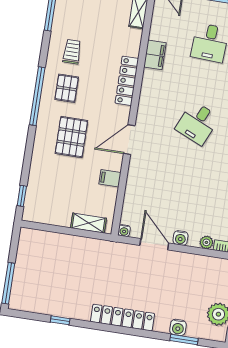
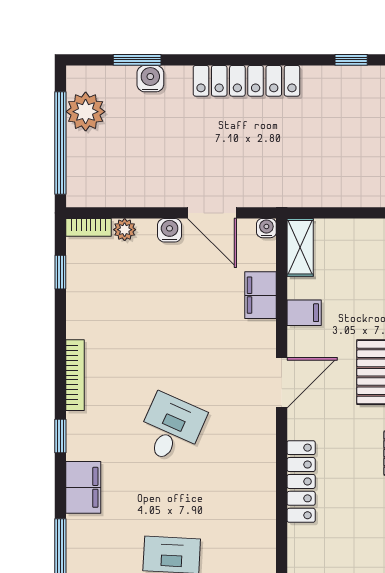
filing cabinet: (155, 55) -> (260, 295), moved
shelving: (88, 223) -> (300, 247), moved, turned 90

